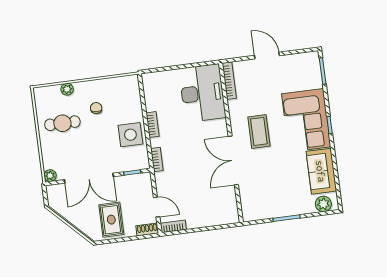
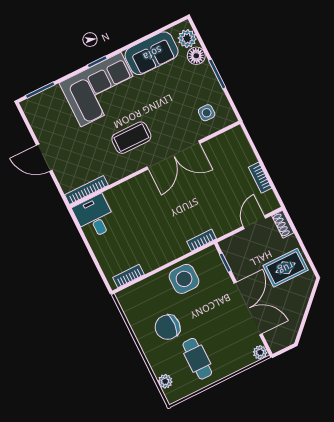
door: (267, 56) -> (44, 158), hinge flipped
plant: (67, 89) -> (165, 381), moved
desk: (202, 93) -> (95, 217), width x0.53, depth x0.77
chair: (96, 108) -> (168, 327), width x1.87, depth x1.87
bookcase: (153, 125) -> (129, 276), moved
side table: (258, 199) -> (207, 113), added
floor lamp: (307, 206) -> (196, 56), added
bookcase: (173, 226) -> (260, 178), moved

